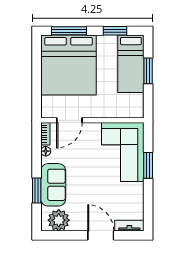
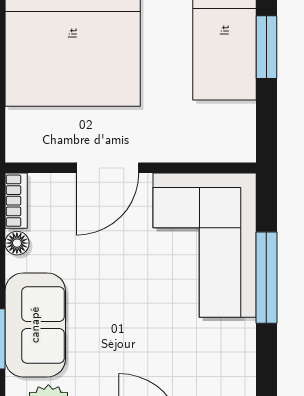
door: (69, 120) -> (108, 168), moved
window: (148, 165) -> (266, 278), width x1.44

